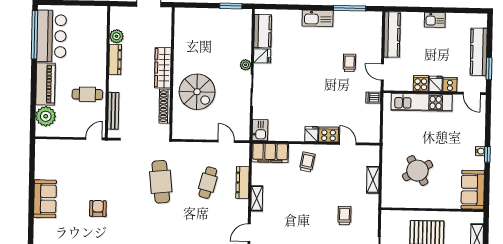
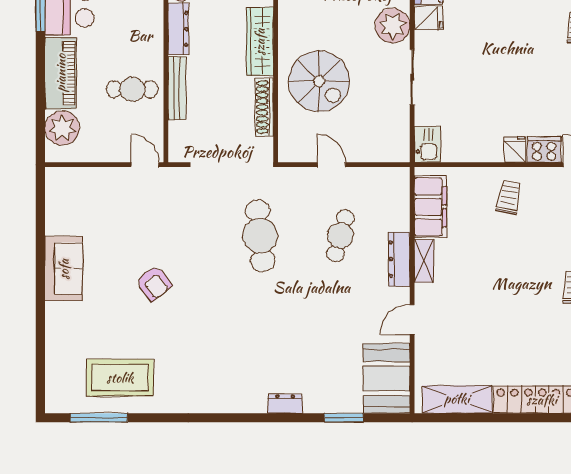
plant: (246, 65) -> (393, 26), width x1.88, depth x1.88
bench: (113, 111) -> (177, 88), moved
door: (94, 139) -> (145, 165), hinge flipped
door: (226, 141) -> (331, 165), moved
filing cabinet: (270, 153) -> (430, 207), moved, turned -90
dresser: (242, 183) -> (399, 259), moved
armchair: (98, 208) -> (154, 283), turned 141

